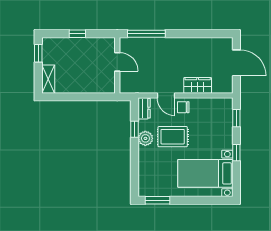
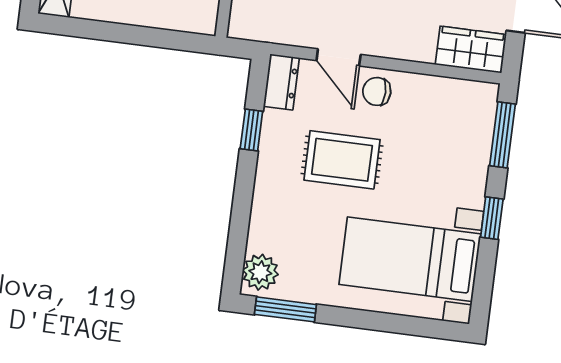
wardrobe: (198, 85) -> (471, 50), moved
window: (236, 118) -> (502, 135), width x1.50
plant: (145, 138) -> (260, 272), moved

